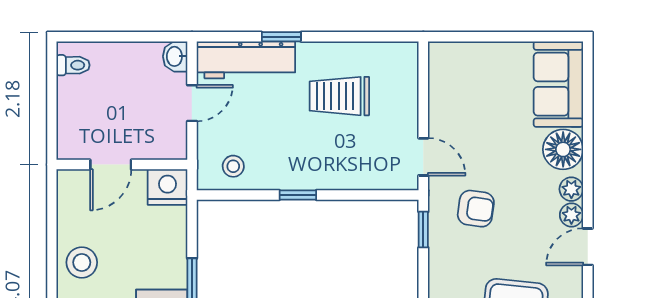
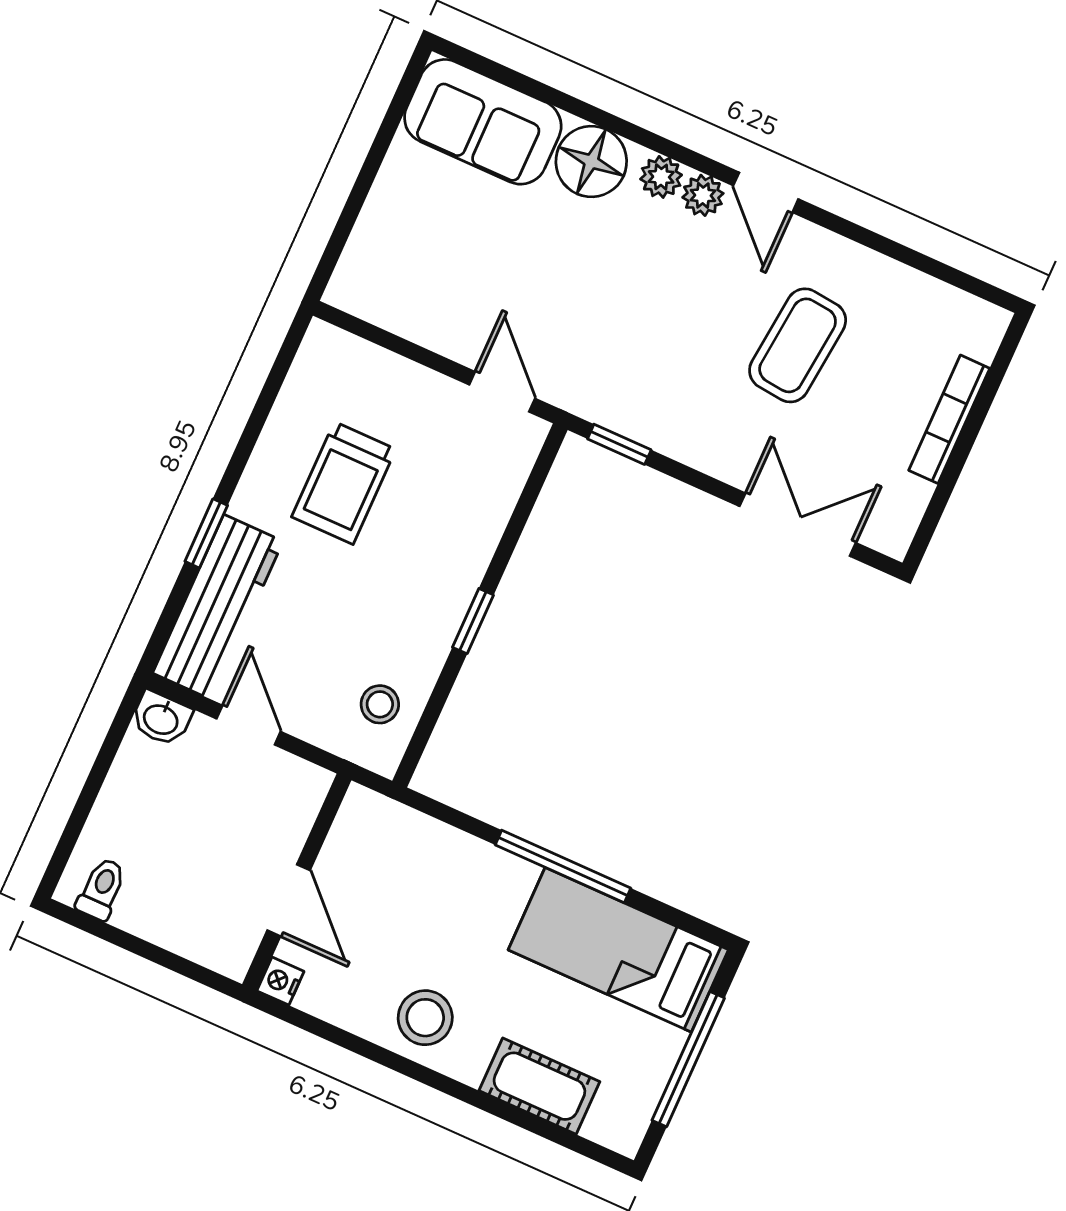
door: (423, 157) -> (502, 392), hinge flipped
nightstand: (167, 187) -> (280, 981), moved, width x0.53, depth x0.56
armchair: (476, 209) -> (623, 345), removed

